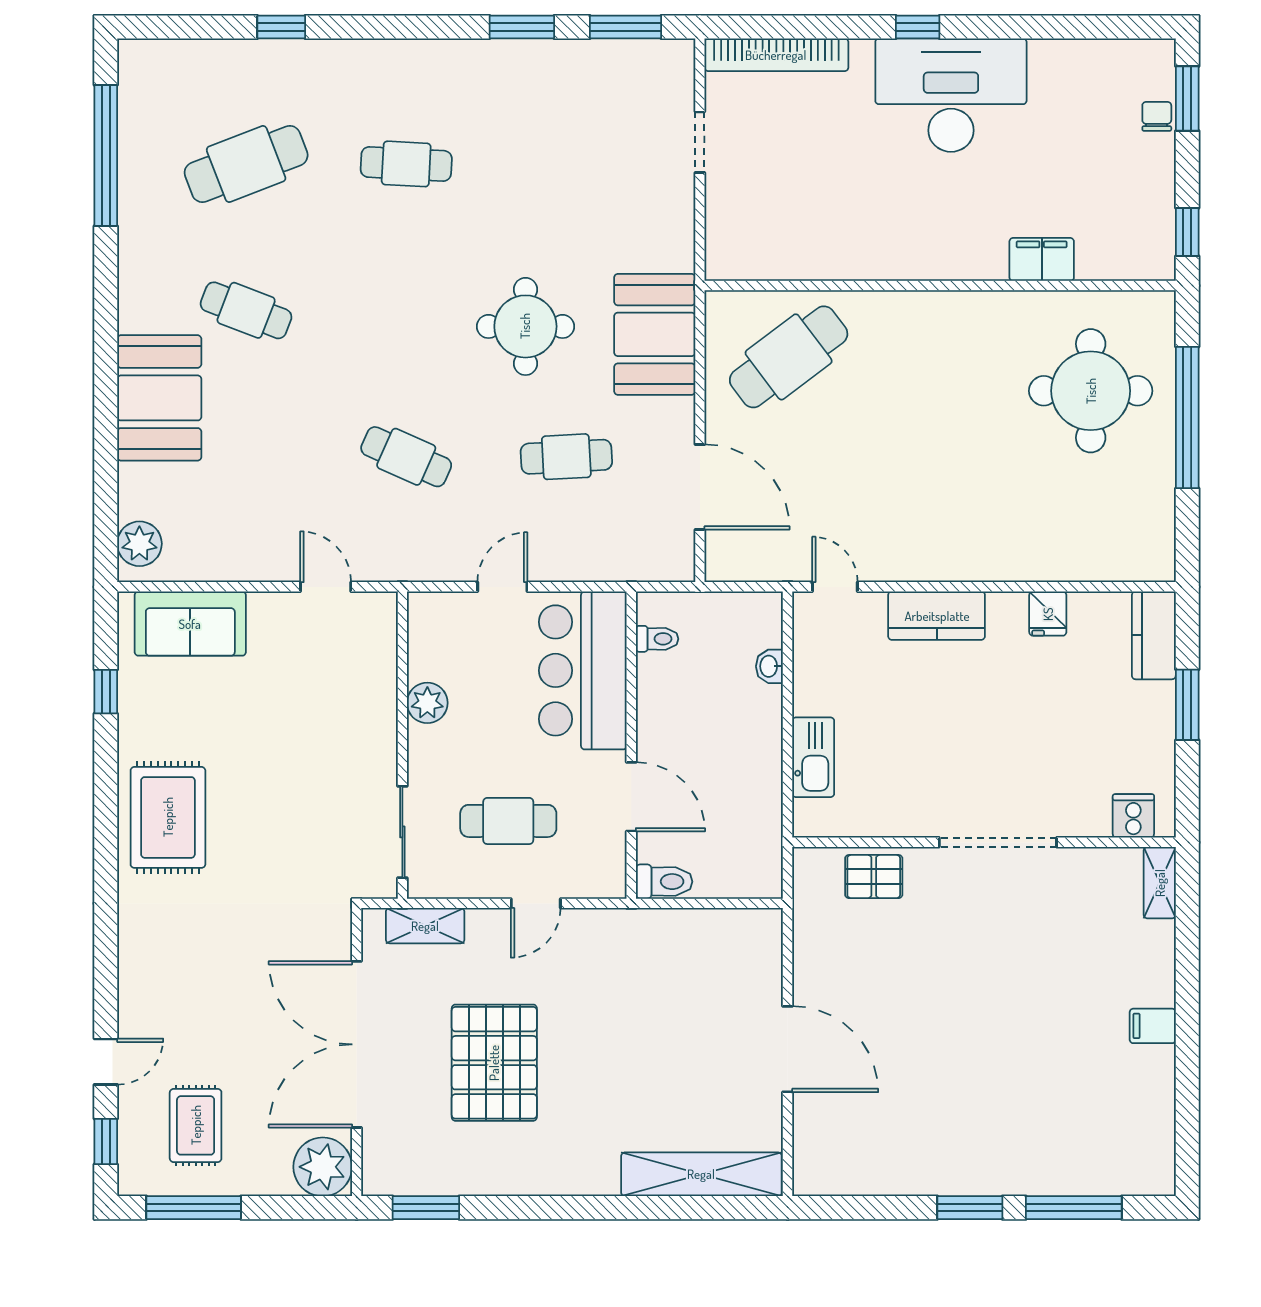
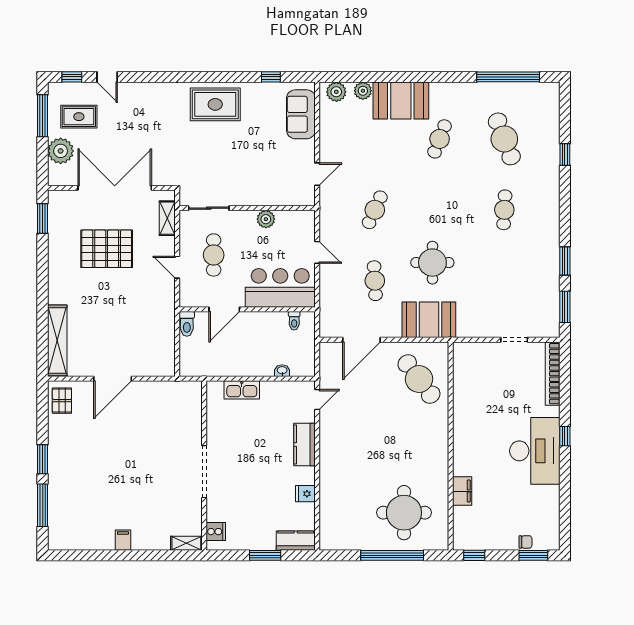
plant: (137, 484) -> (363, 91), added
pallet: (874, 877) -> (62, 401), moved
plant: (323, 1167) -> (61, 151), moved

